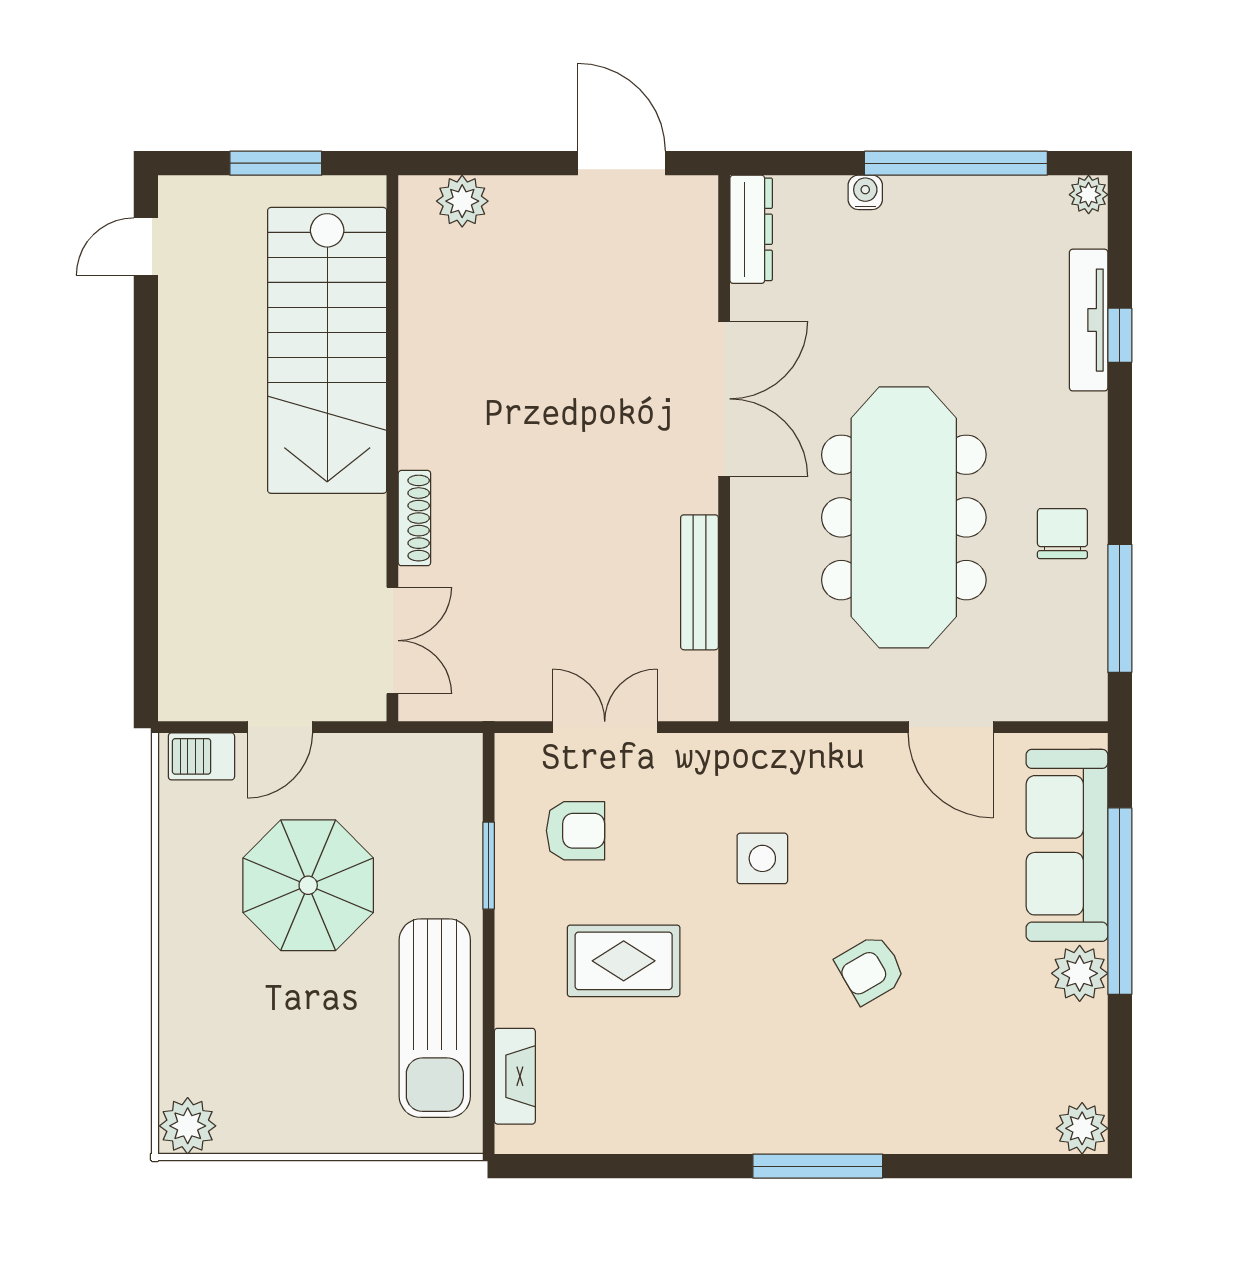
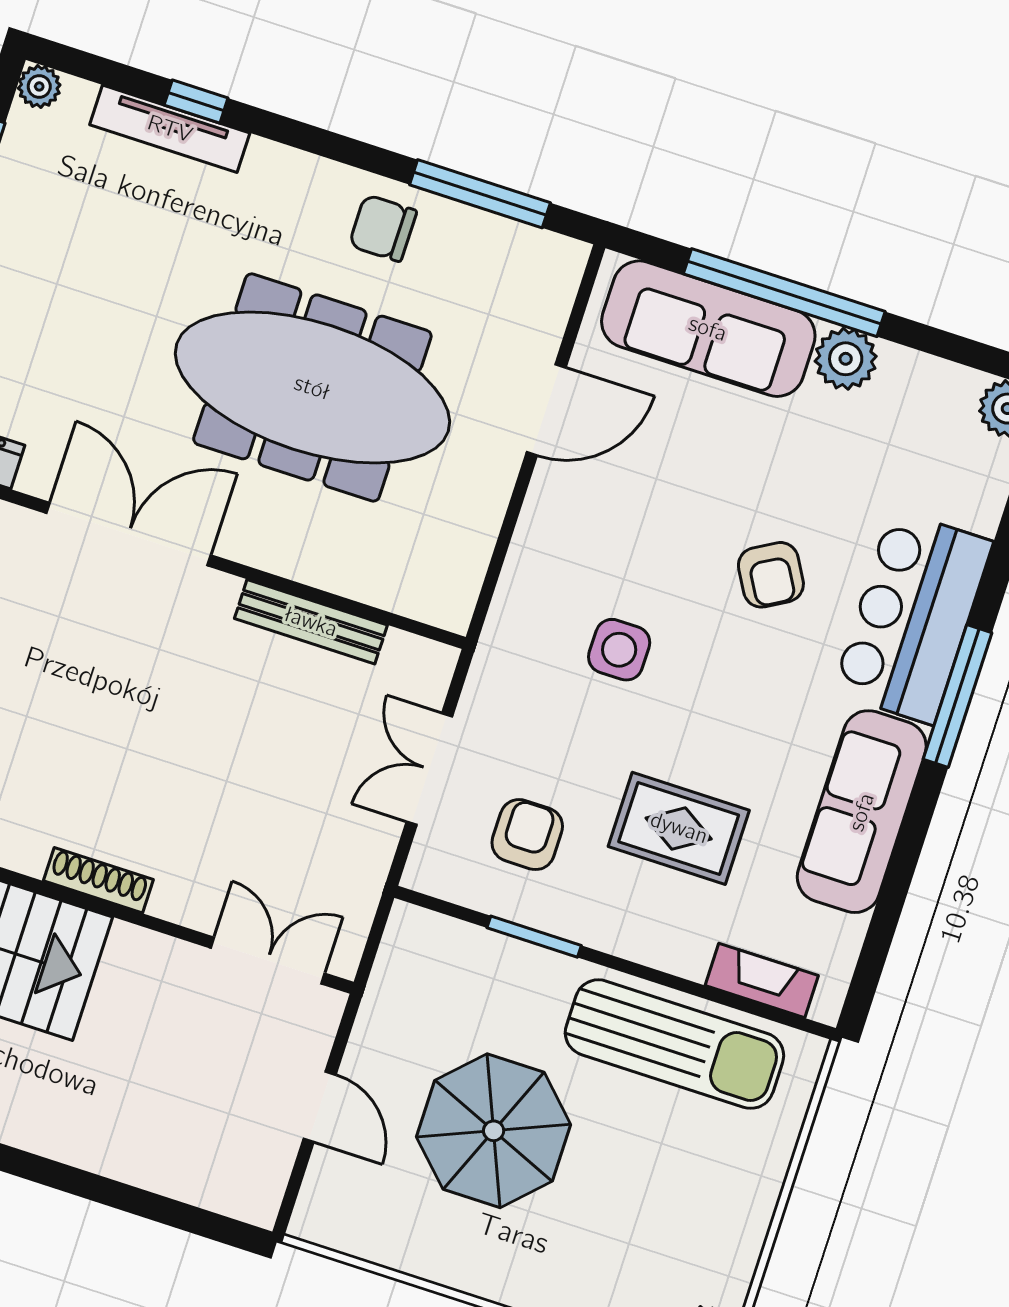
shoe rack: (414, 518) -> (98, 880), moved
barbecue: (201, 756) -> (324, 1198), removed
rug: (624, 961) -> (679, 828), turned 90
bar counter: (874, 1105) -> (913, 617), added
sofa: (690, 1115) -> (862, 812), added

